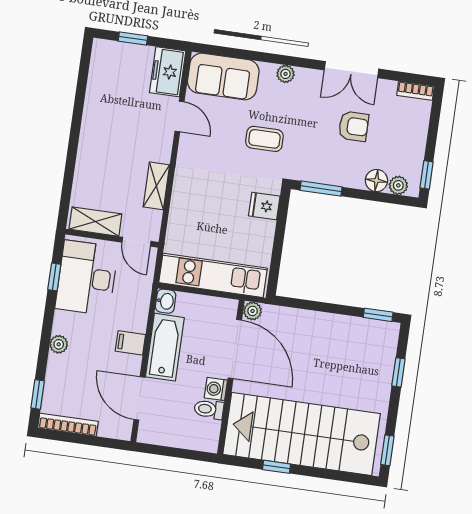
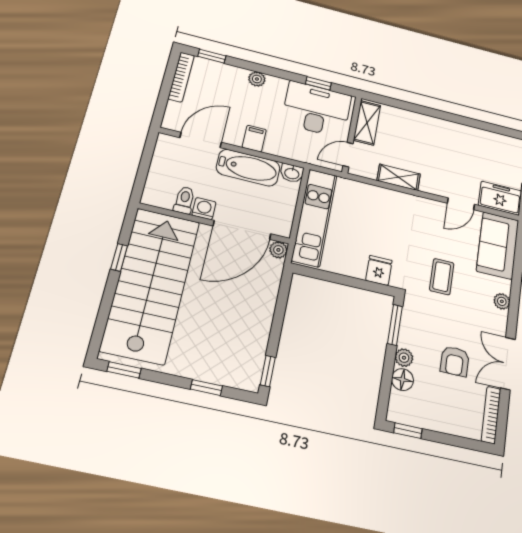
bookcase: (416, 91) -> (491, 415), width x1.56
plant: (398, 185) -> (404, 358), moved

